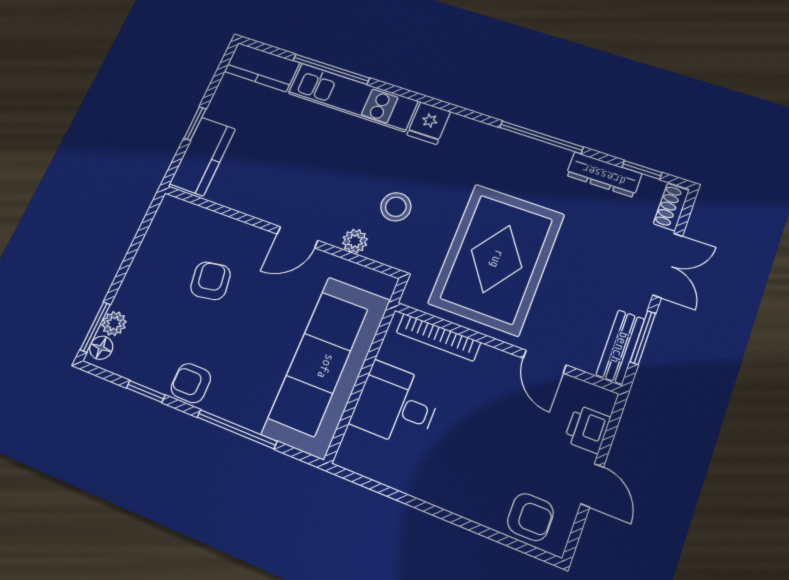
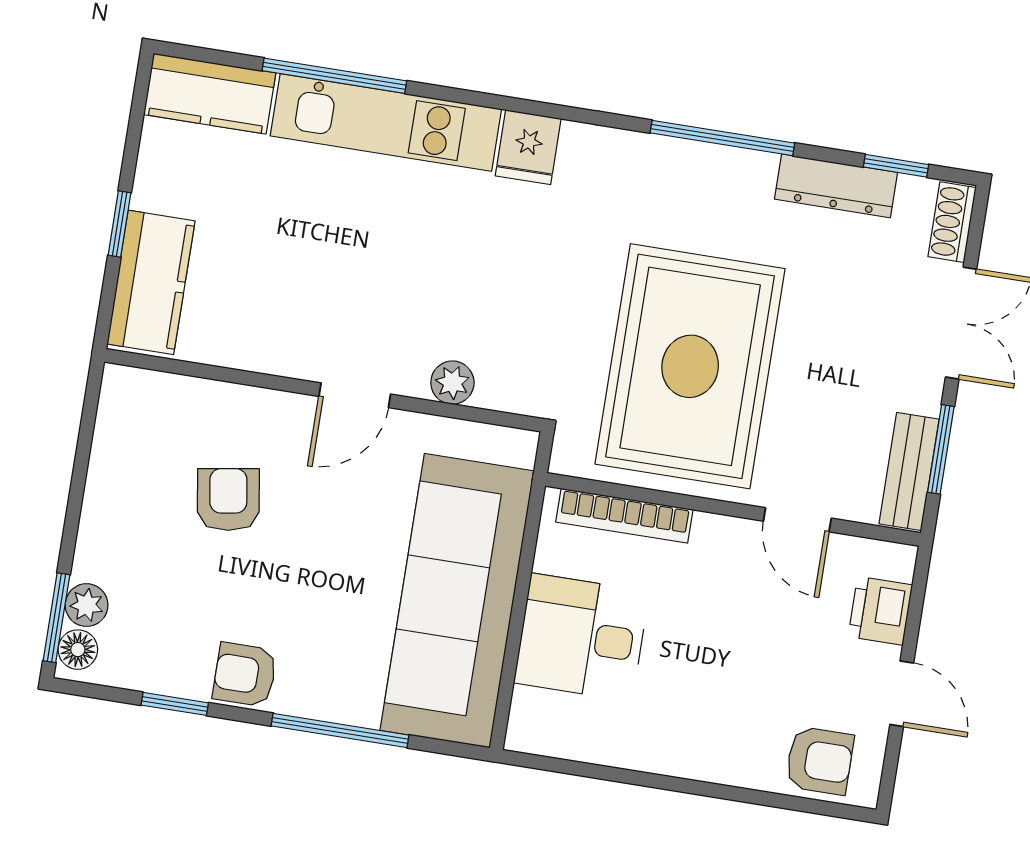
stool: (396, 207) -> (506, 309), removed

